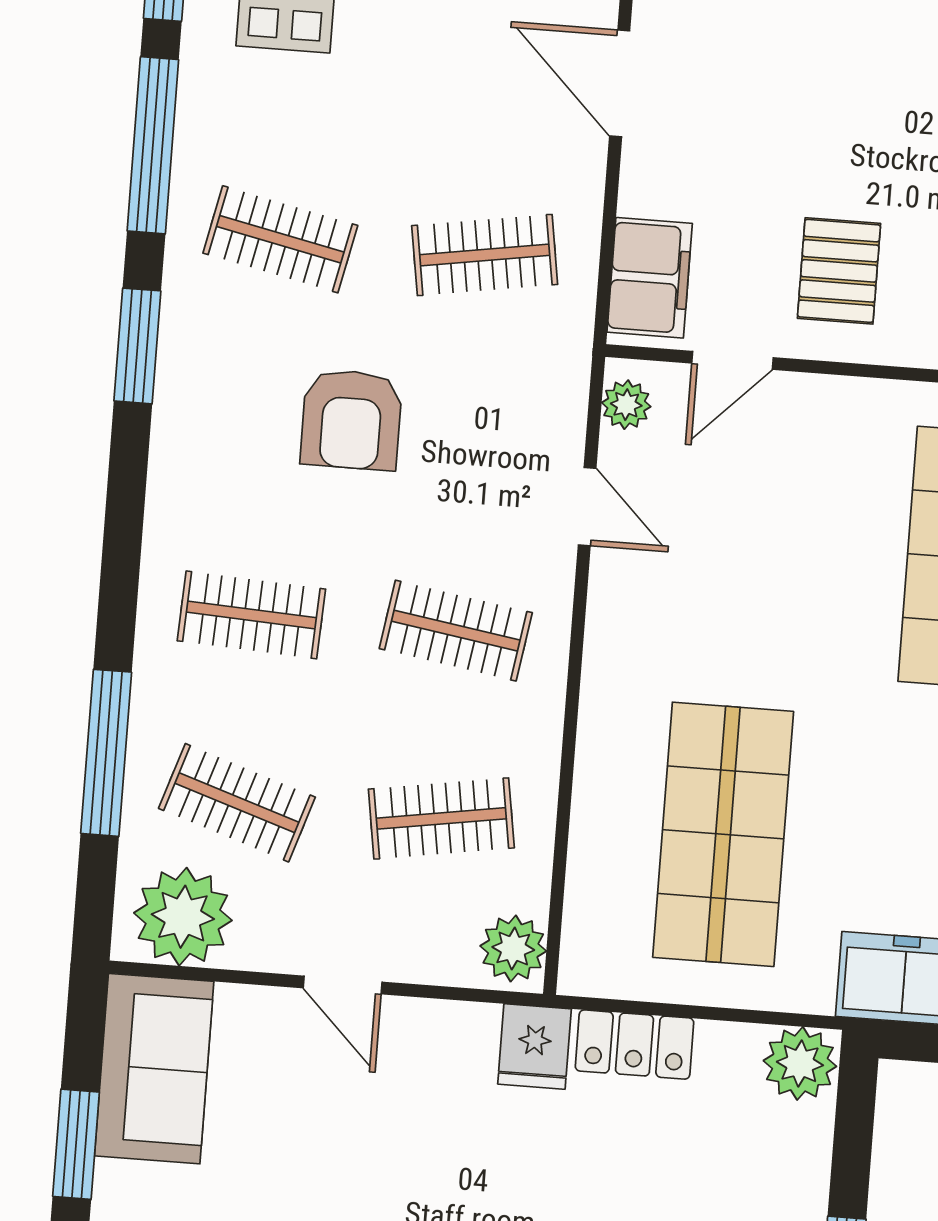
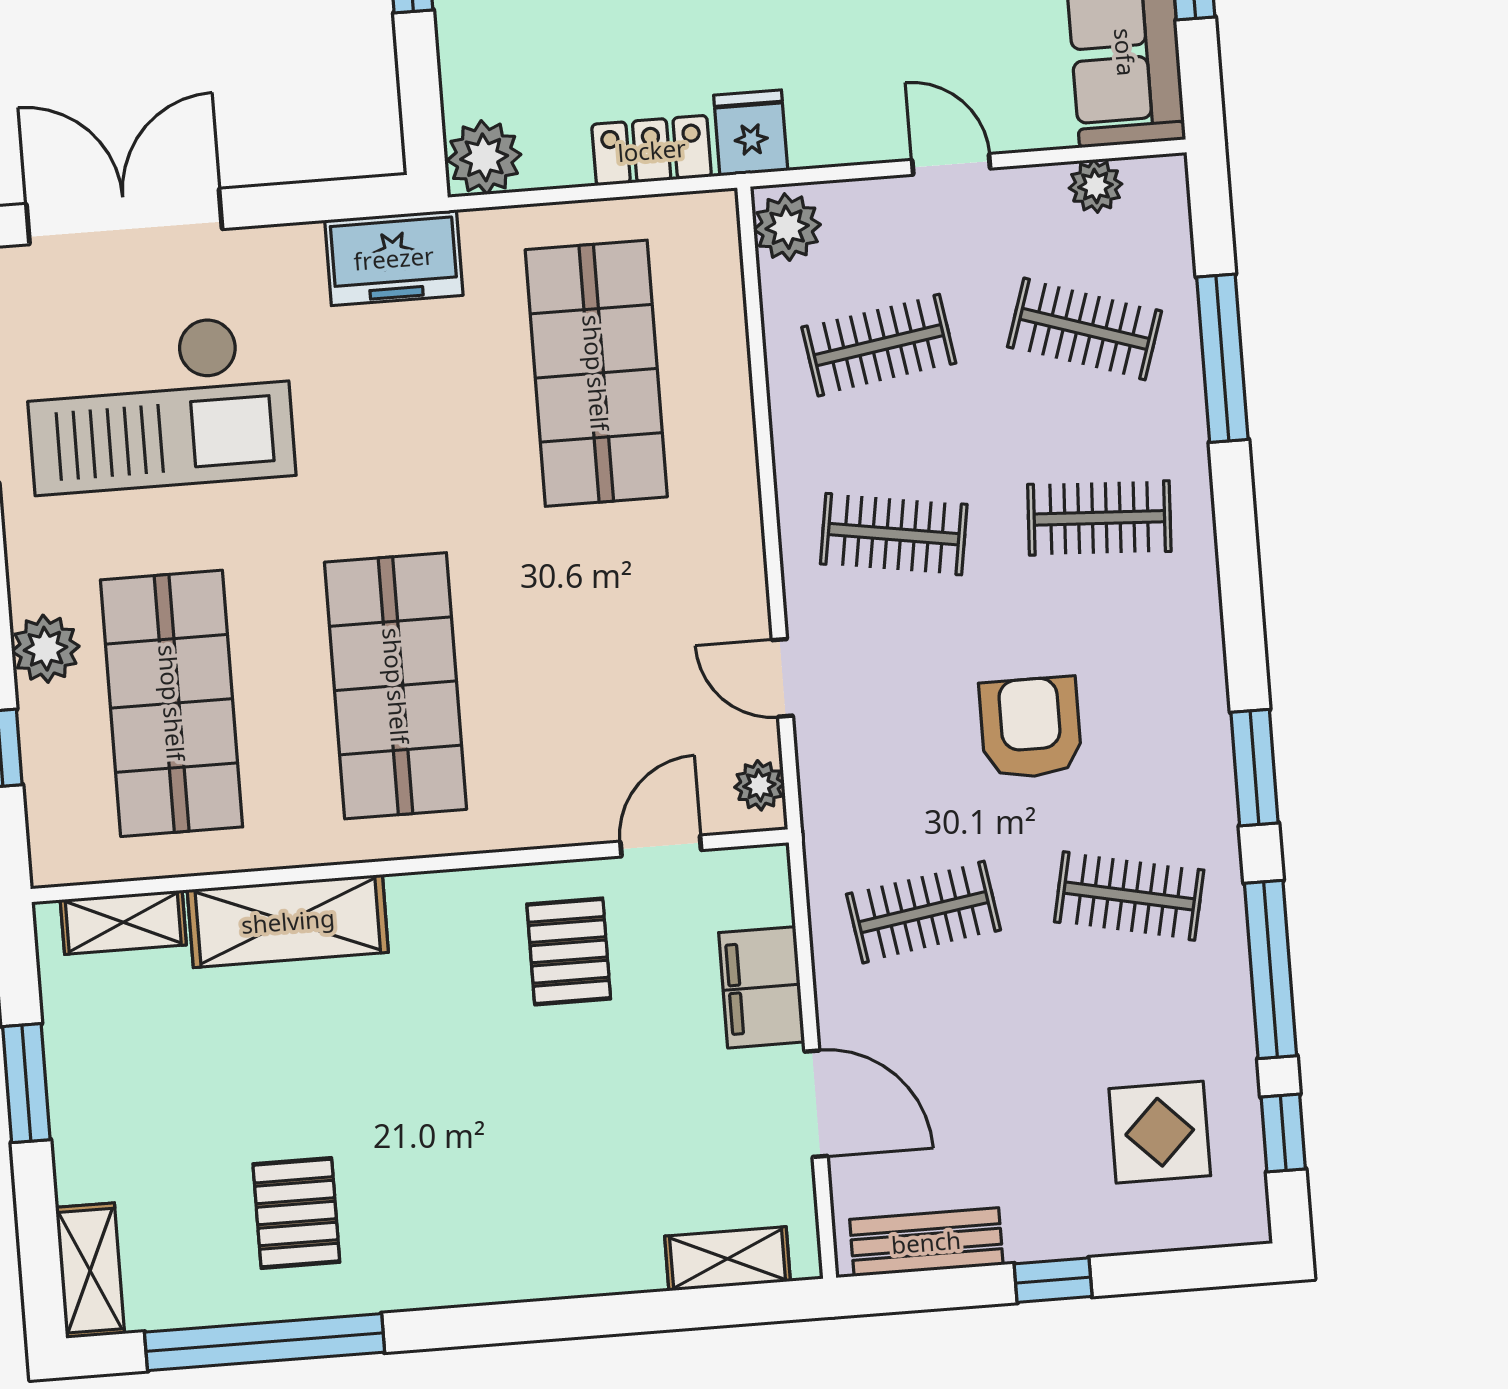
filing cabinet: (650, 278) -> (762, 987), moved
plant: (183, 917) -> (1096, 186), width x0.53, depth x0.53

